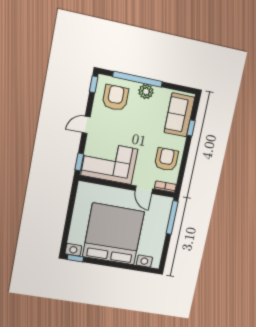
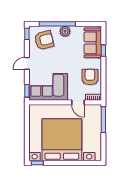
armchair: (115, 98) -> (44, 40), turned 76

